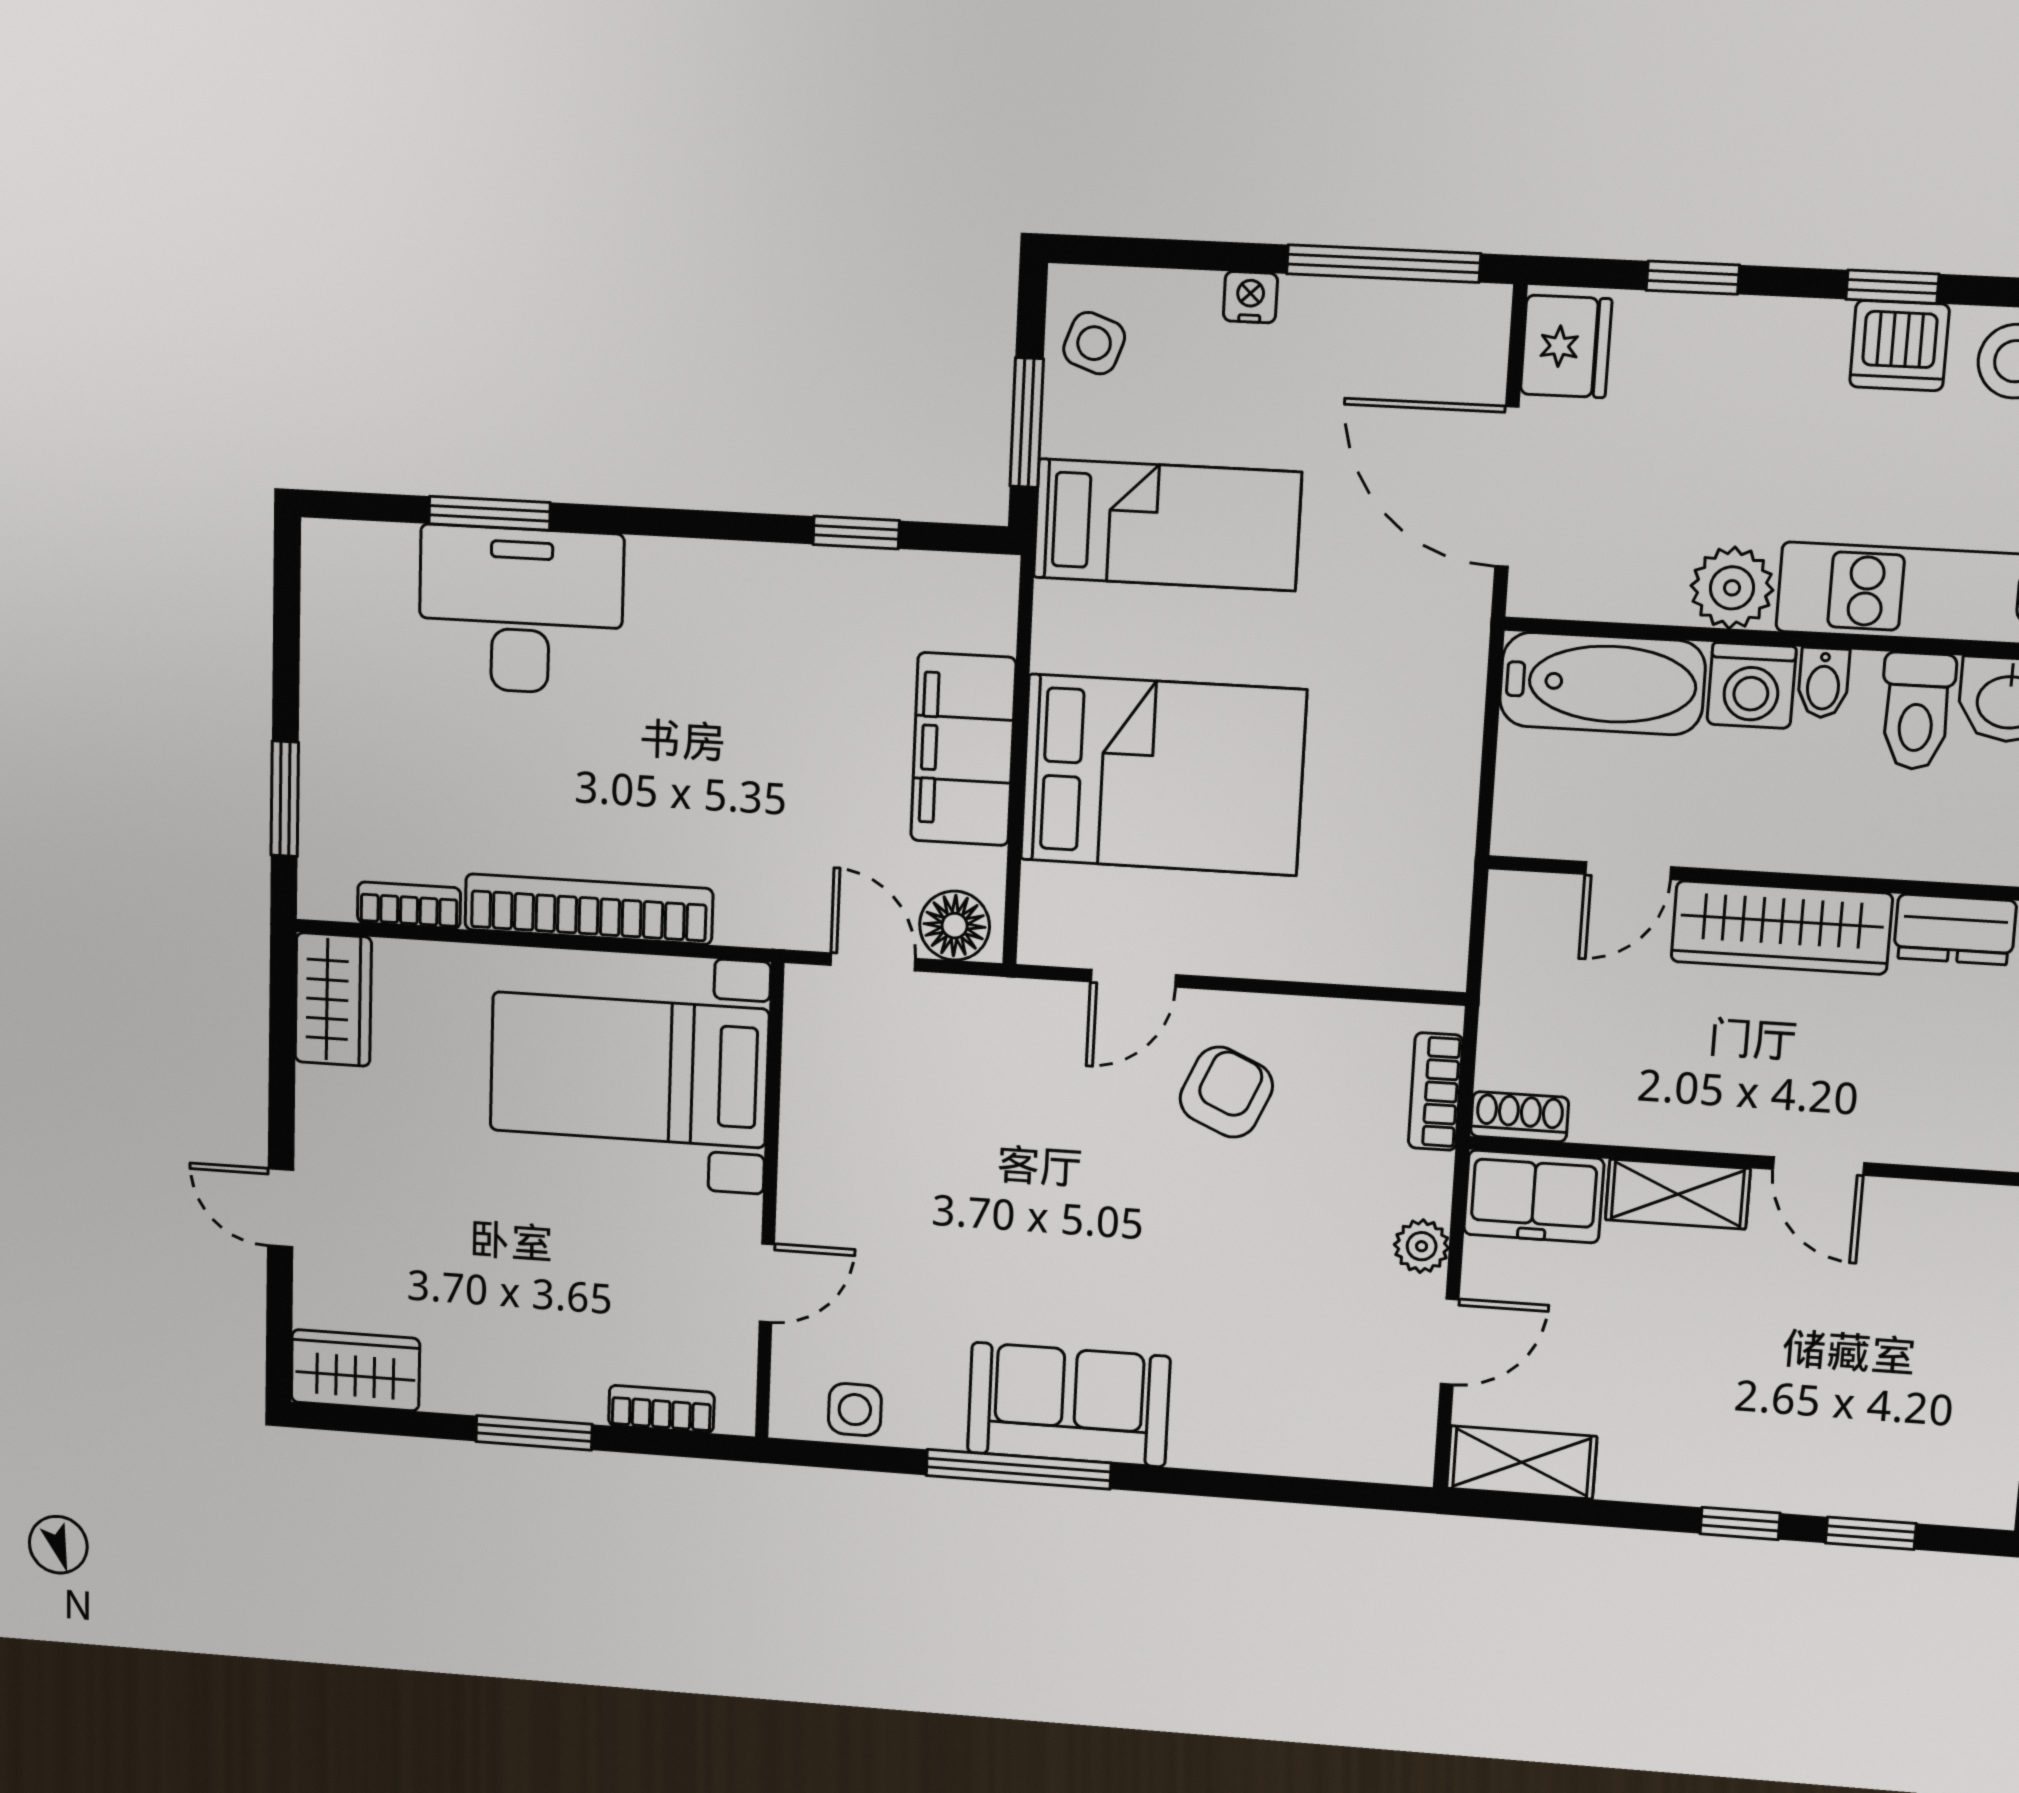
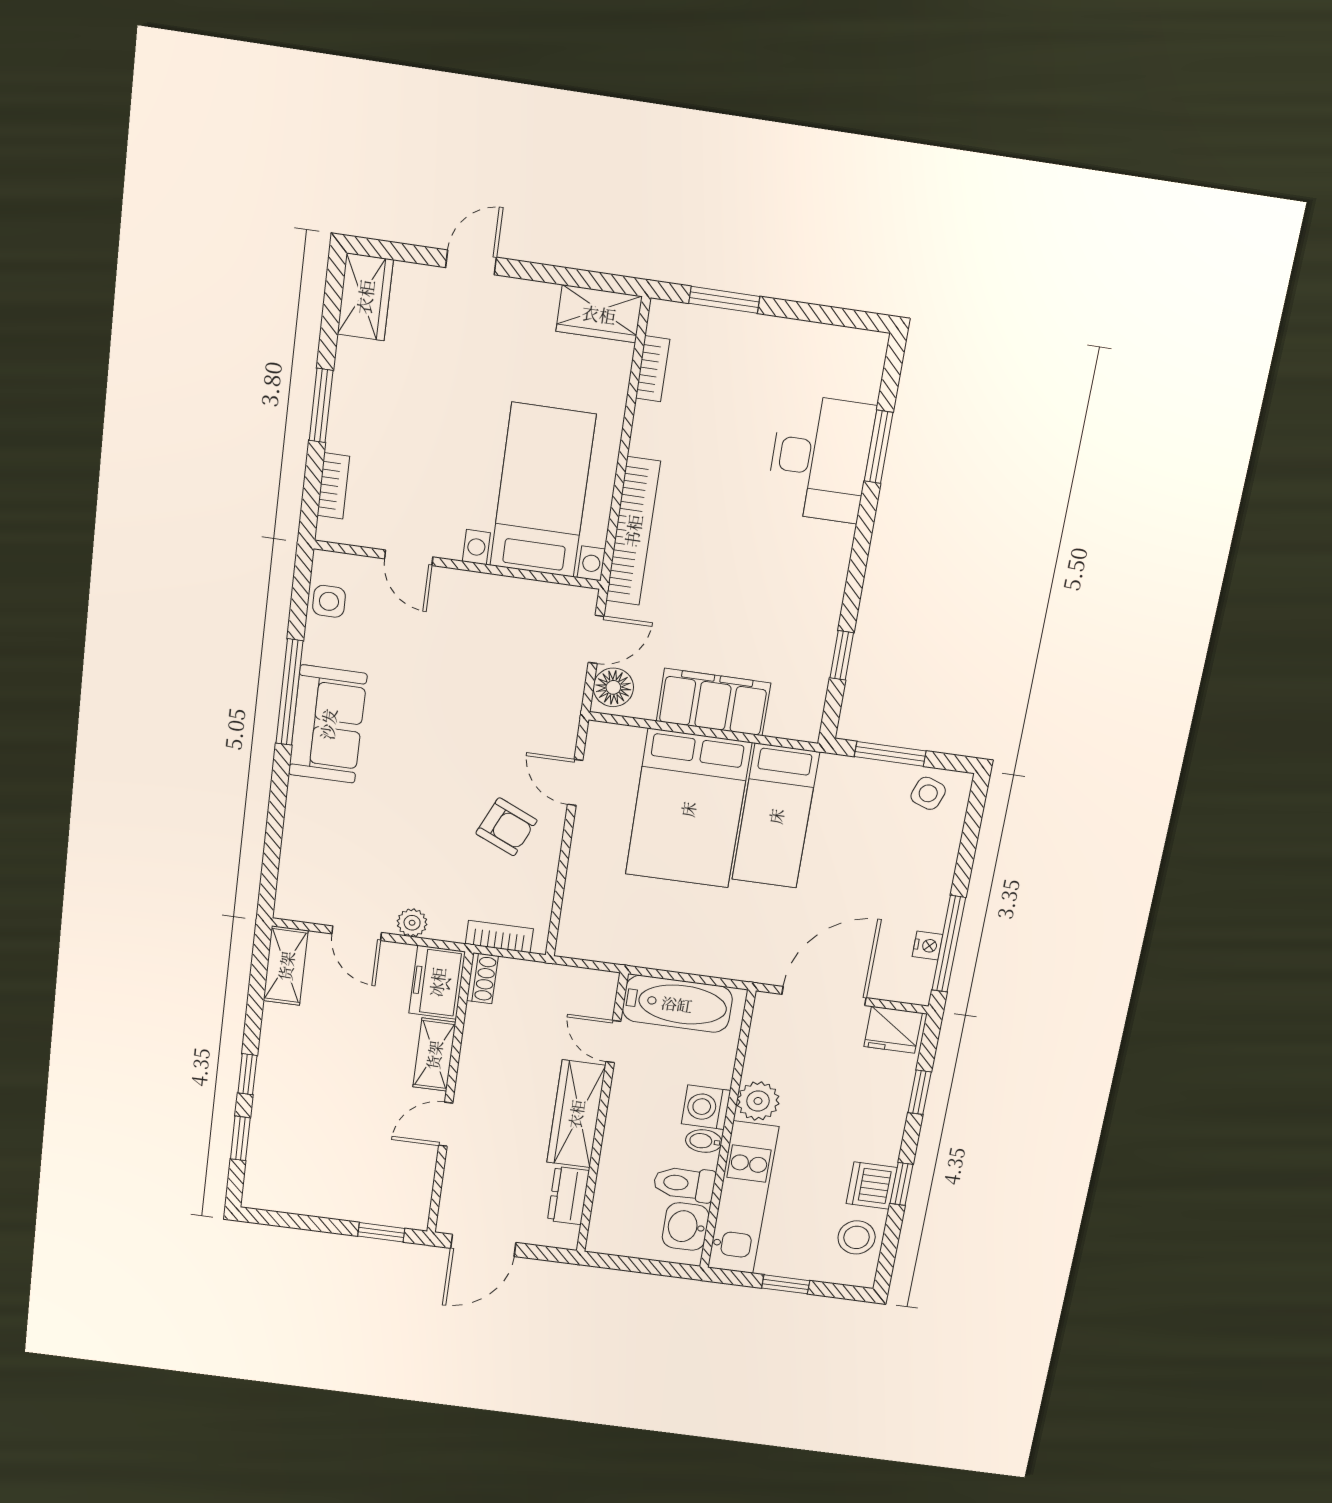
nightstand: (1250, 297) -> (928, 946), moved
bed: (1167, 525) -> (776, 816), moved
bathtub: (1602, 684) -> (677, 1004), moved, turned -90
bookcase: (589, 909) -> (633, 531), moved

